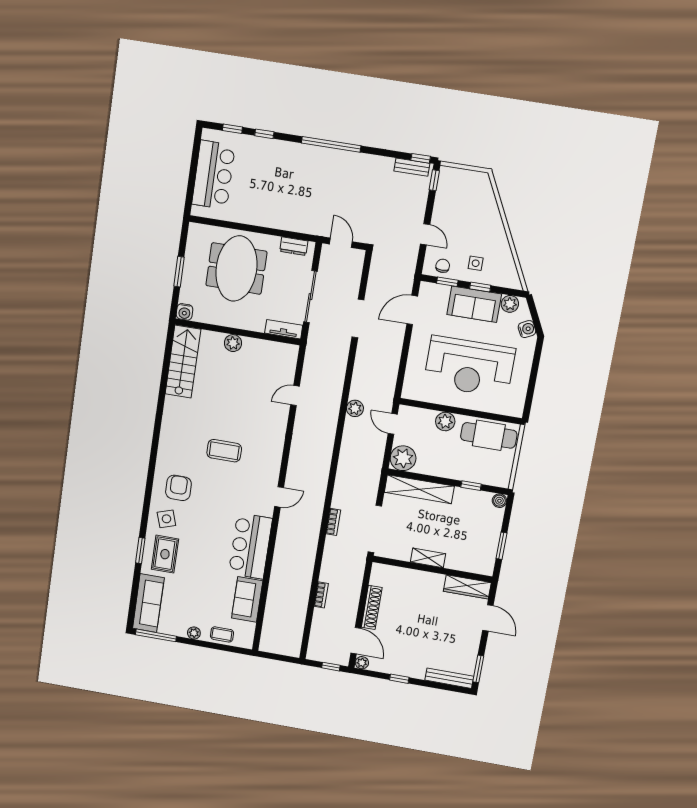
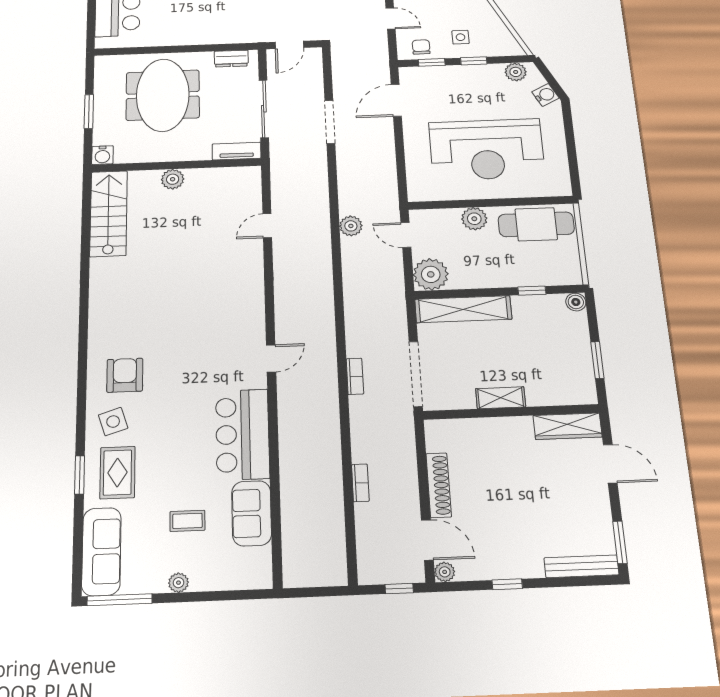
door: (341, 243) -> (289, 45), swing flipped
sofa: (474, 304) -> (472, 80), removed
coffee table: (224, 451) -> (183, 313), removed
coffee table: (222, 634) -> (187, 521), moved

